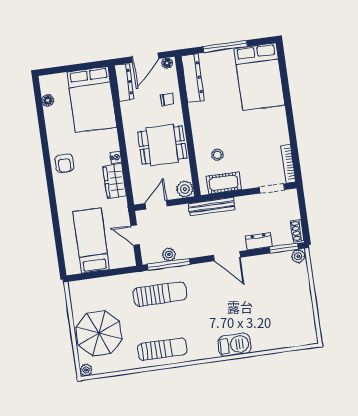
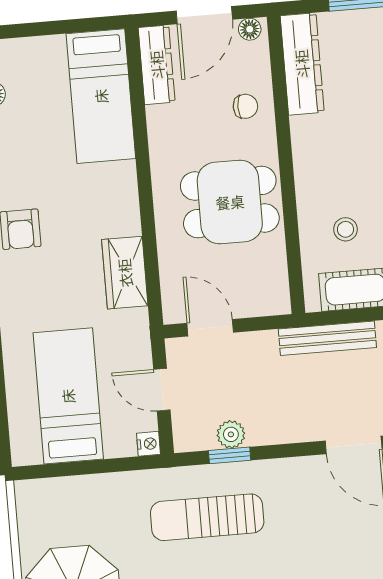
bed: (92, 99) -> (101, 96), width x0.67
nightstand: (116, 157) -> (149, 444), moved
plant: (185, 189) -> (273, 298), removed
door: (156, 205) -> (210, 328), hinge flipped
window: (169, 264) -> (230, 455), width x0.46
sun lounger: (160, 294) -> (207, 517), turned 180

